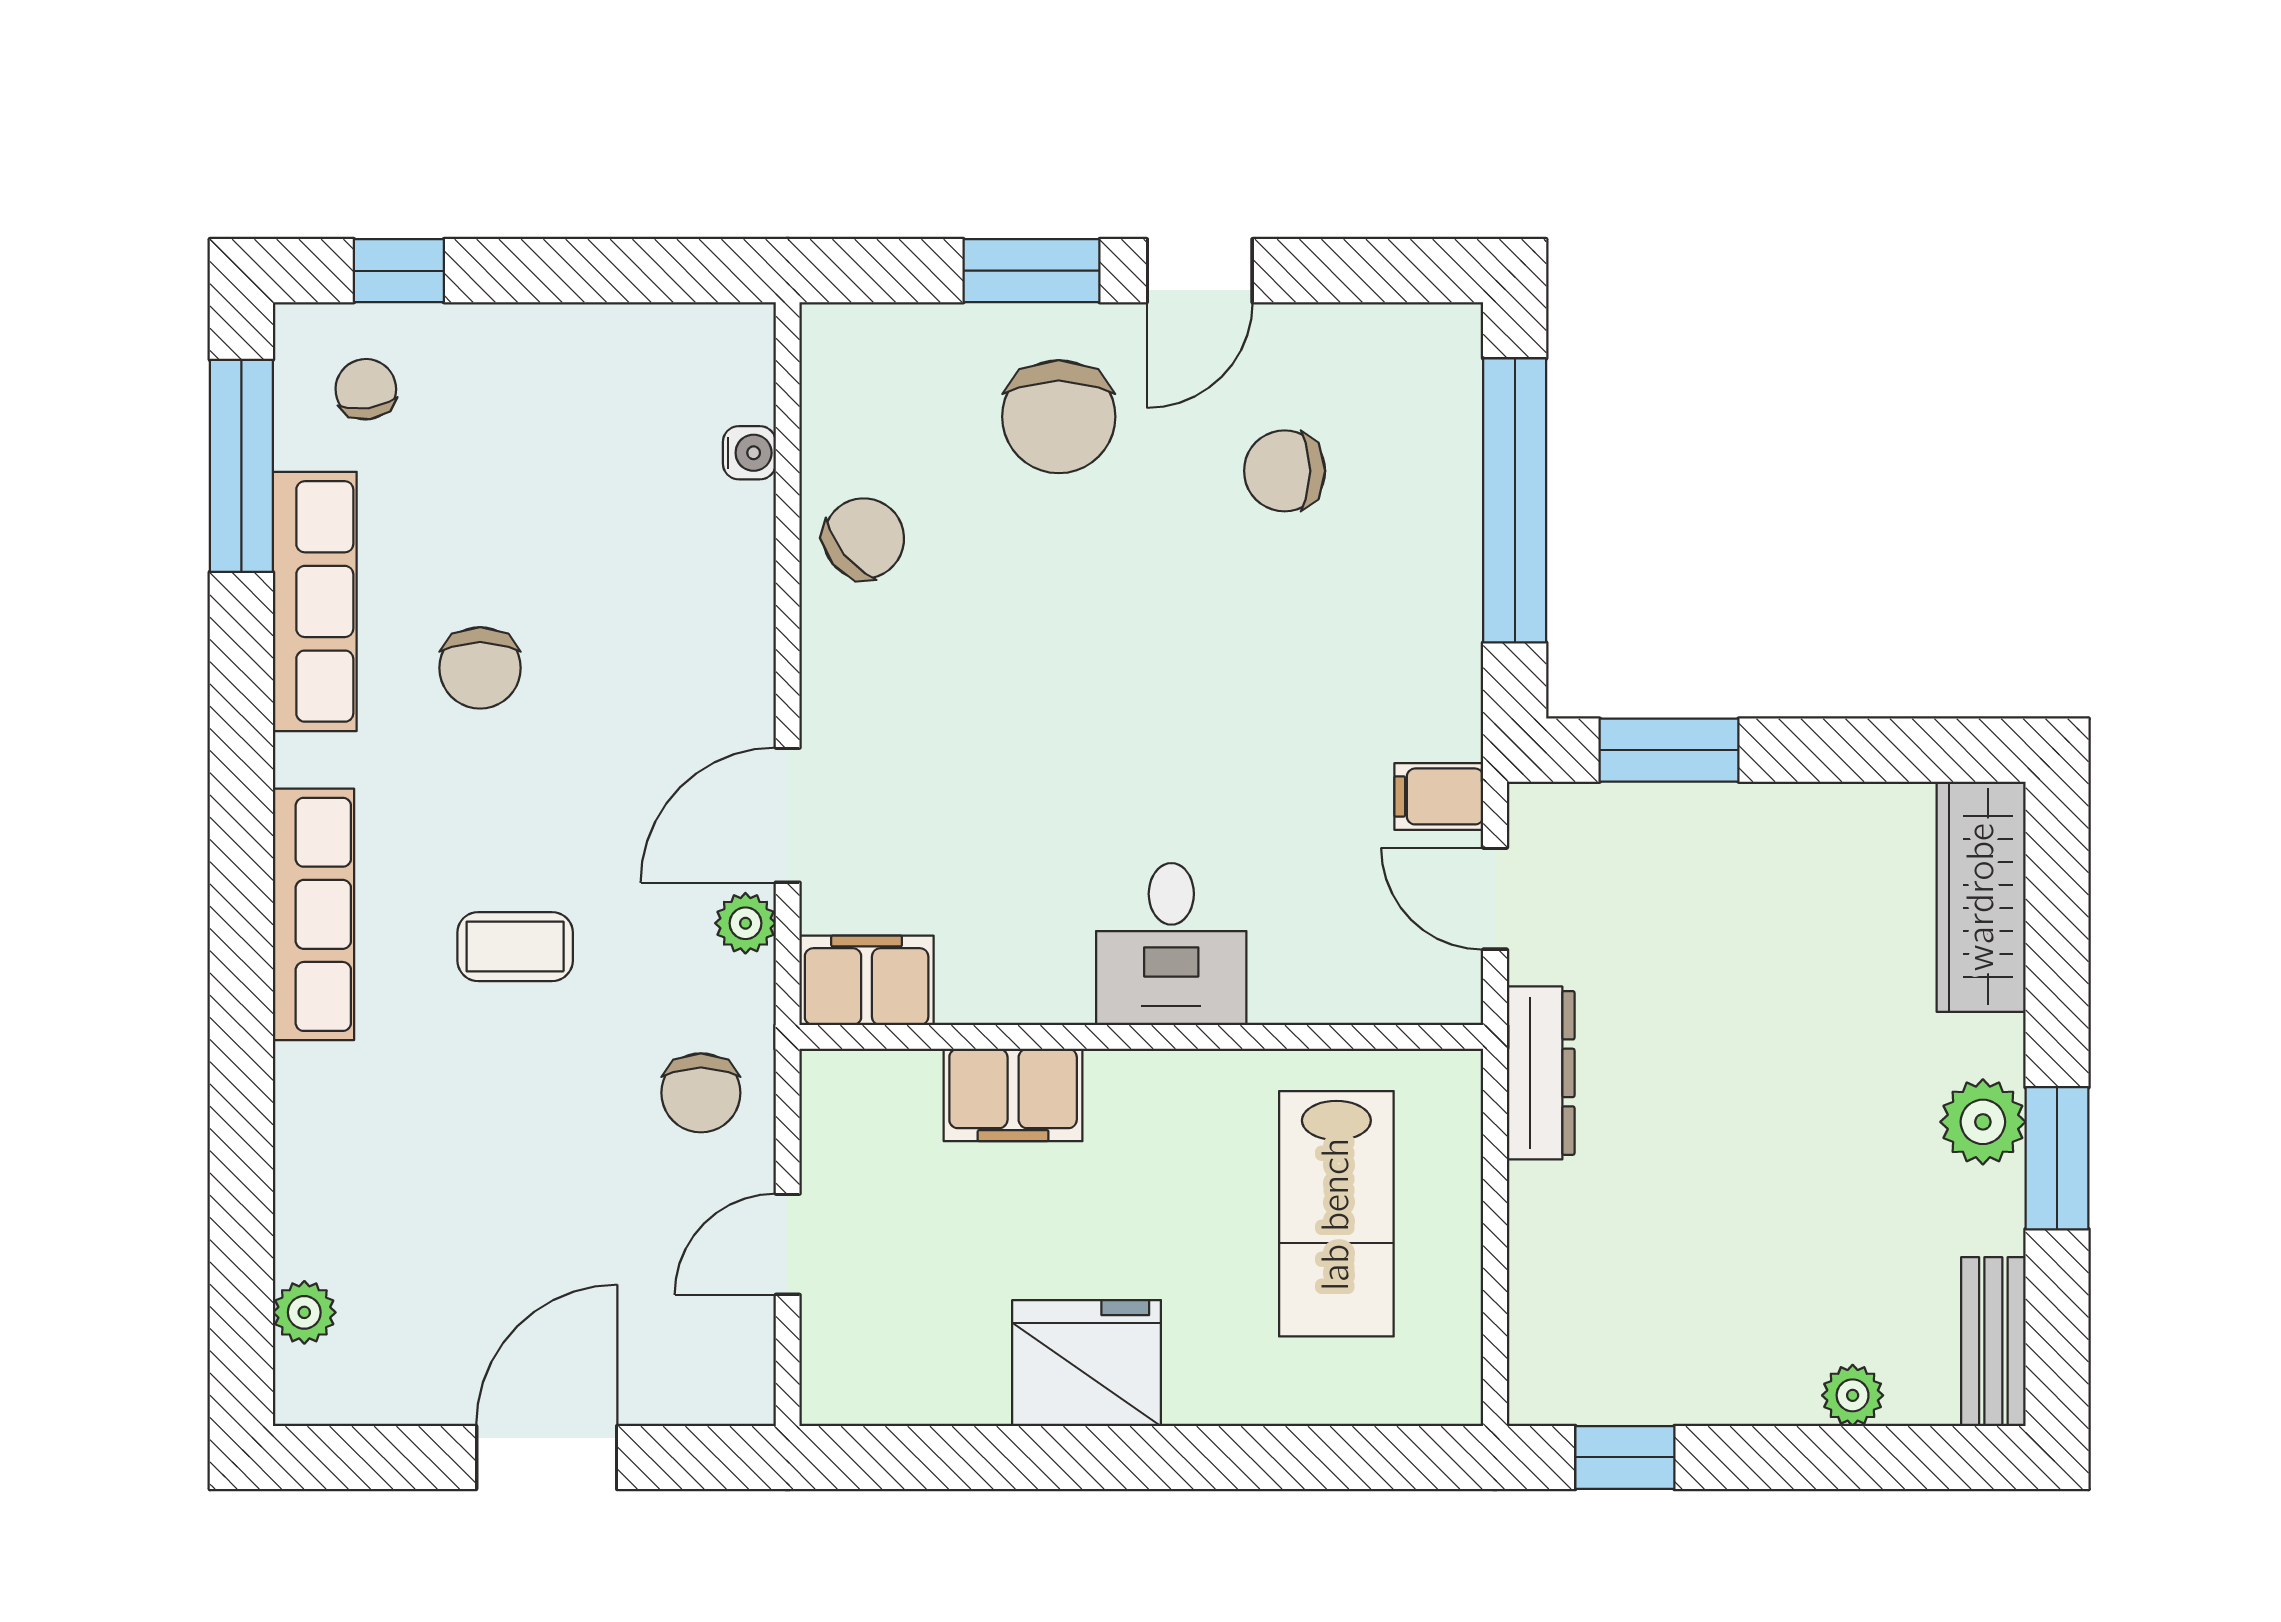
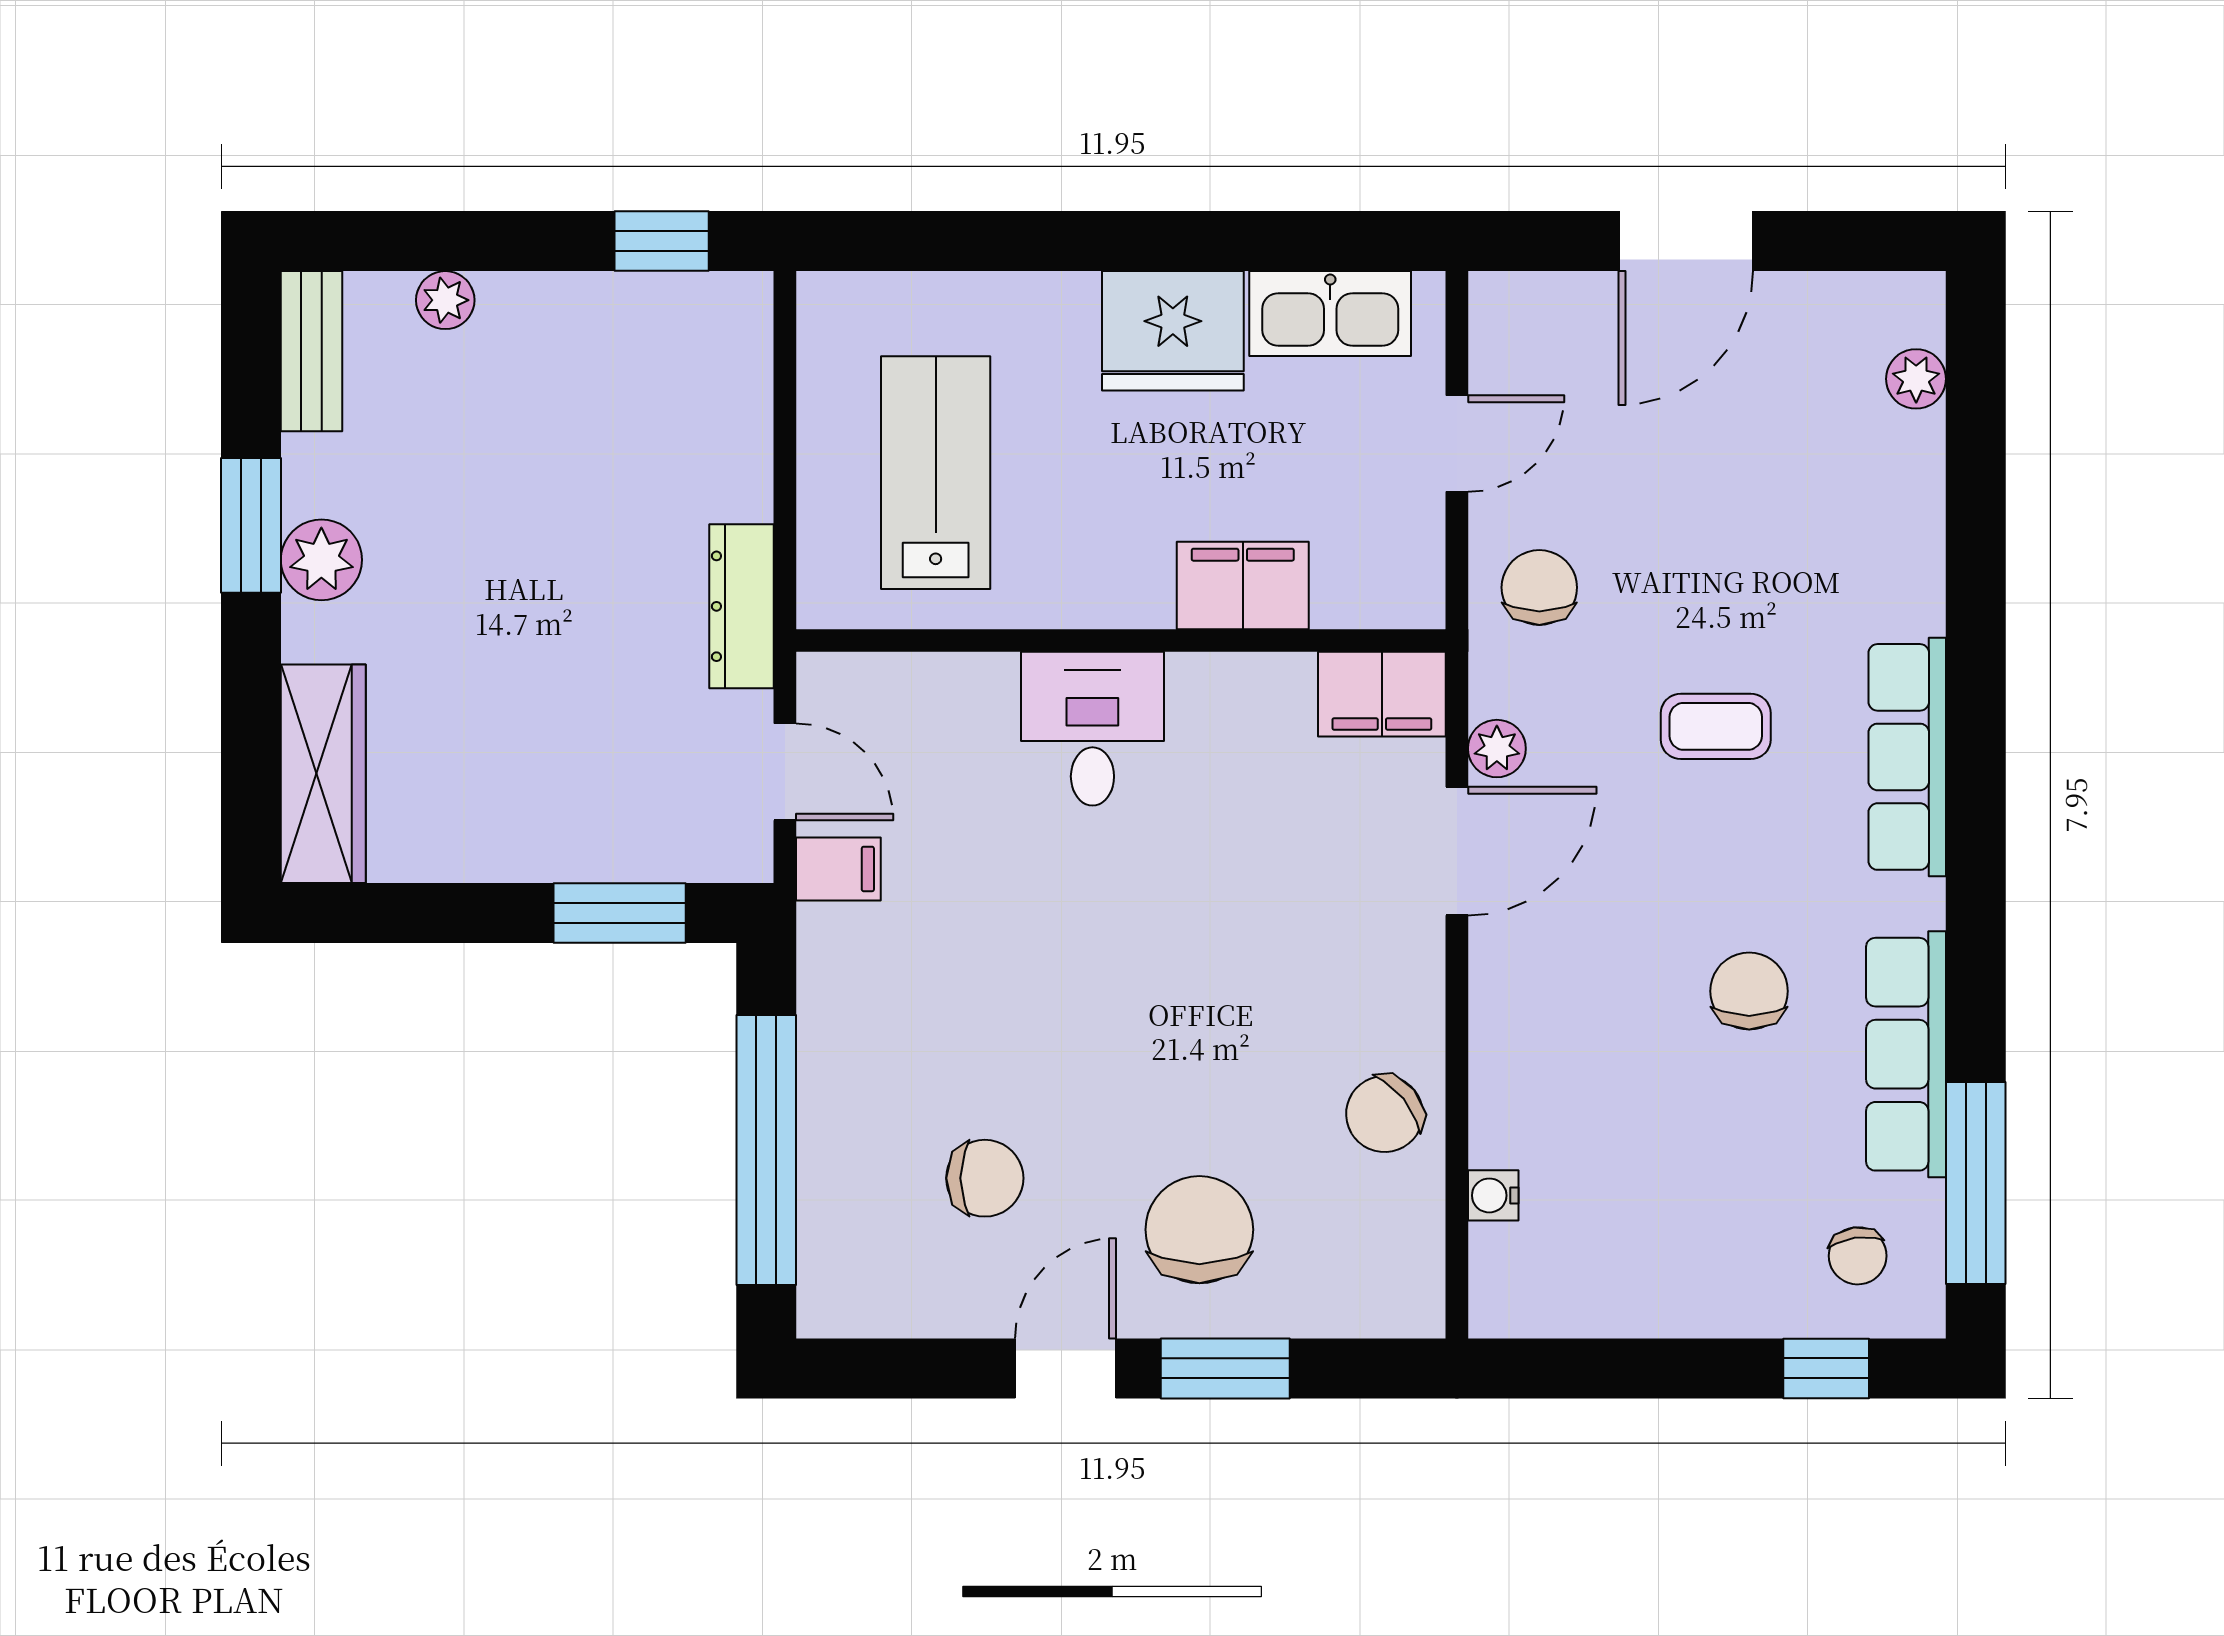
kitchen sink: (921, 1381) -> (1330, 314), added

